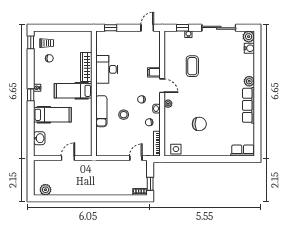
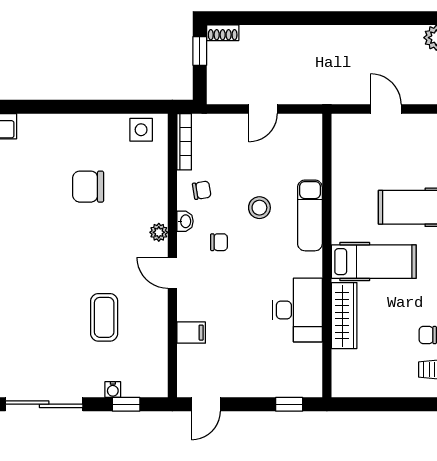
filing cabinet: (154, 72) -> (191, 333), moved
door: (68, 158) -> (386, 109), swing flipped
door: (136, 158) -> (263, 109), moved

